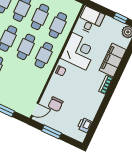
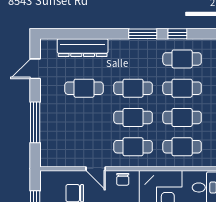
door: (35, 109) -> (96, 169), moved

